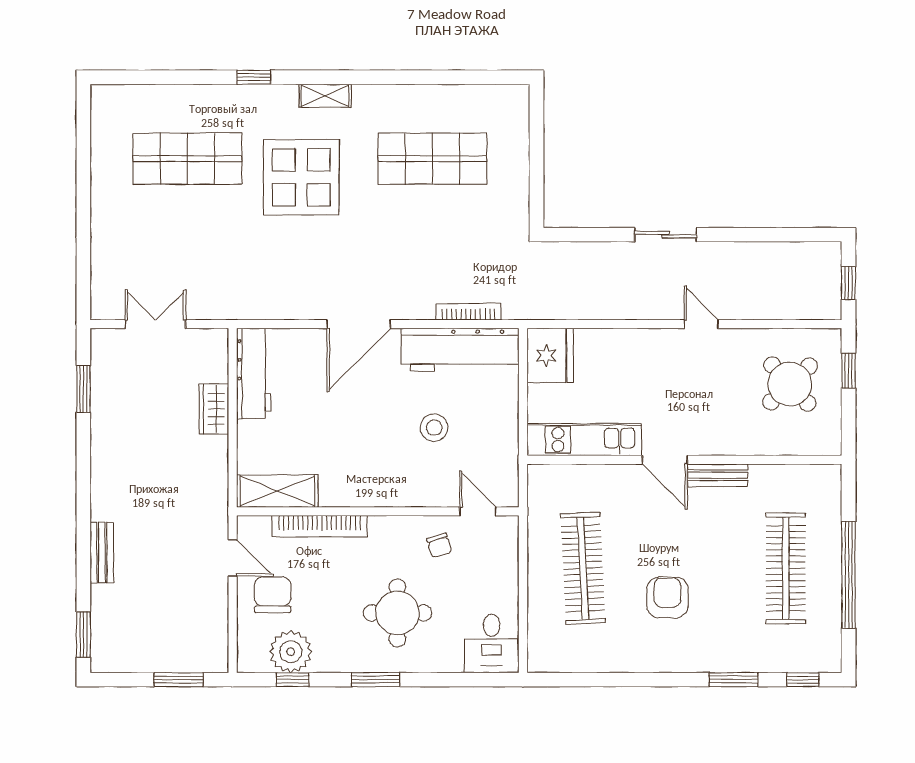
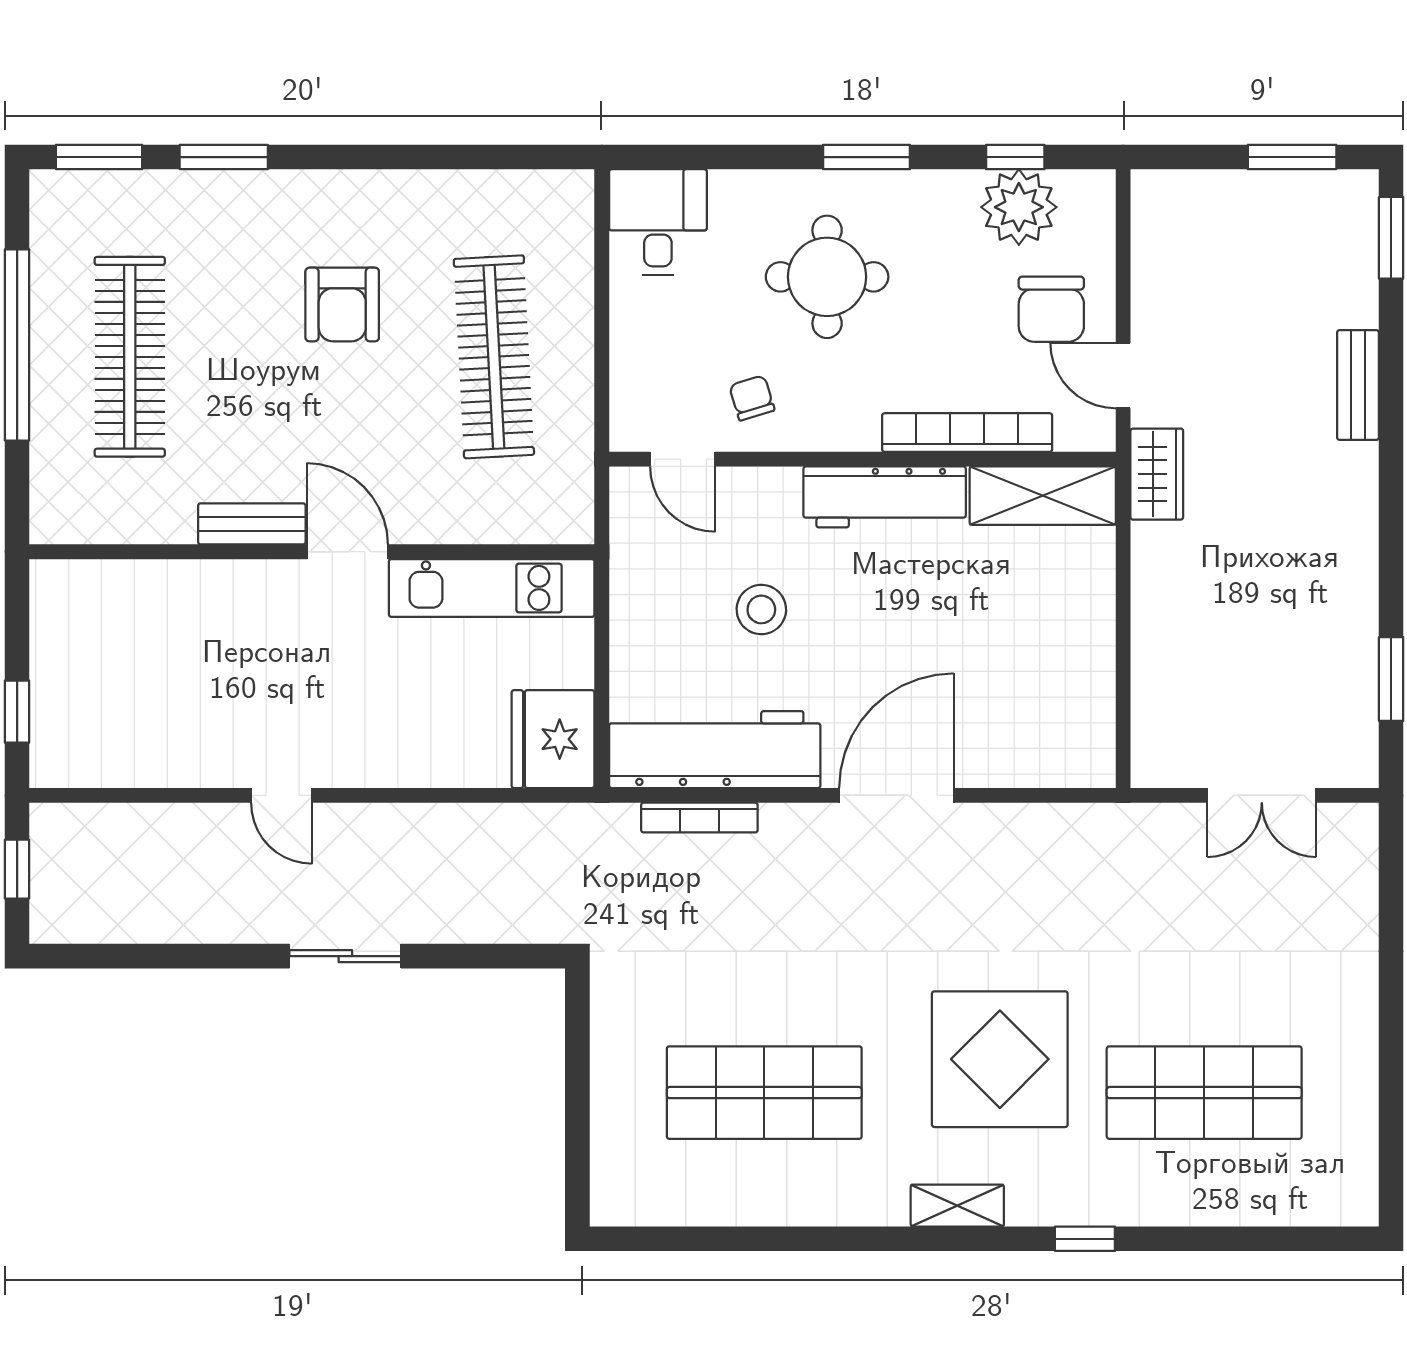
workbench: (254, 373) -> (885, 497), moved, turned -90
round table: (790, 384) -> (122, 688), removed
wardrobe: (214, 409) -> (1157, 474), moved
window: (178, 680) -> (1292, 157), moved
window: (803, 680) -> (99, 157), width x1.50

